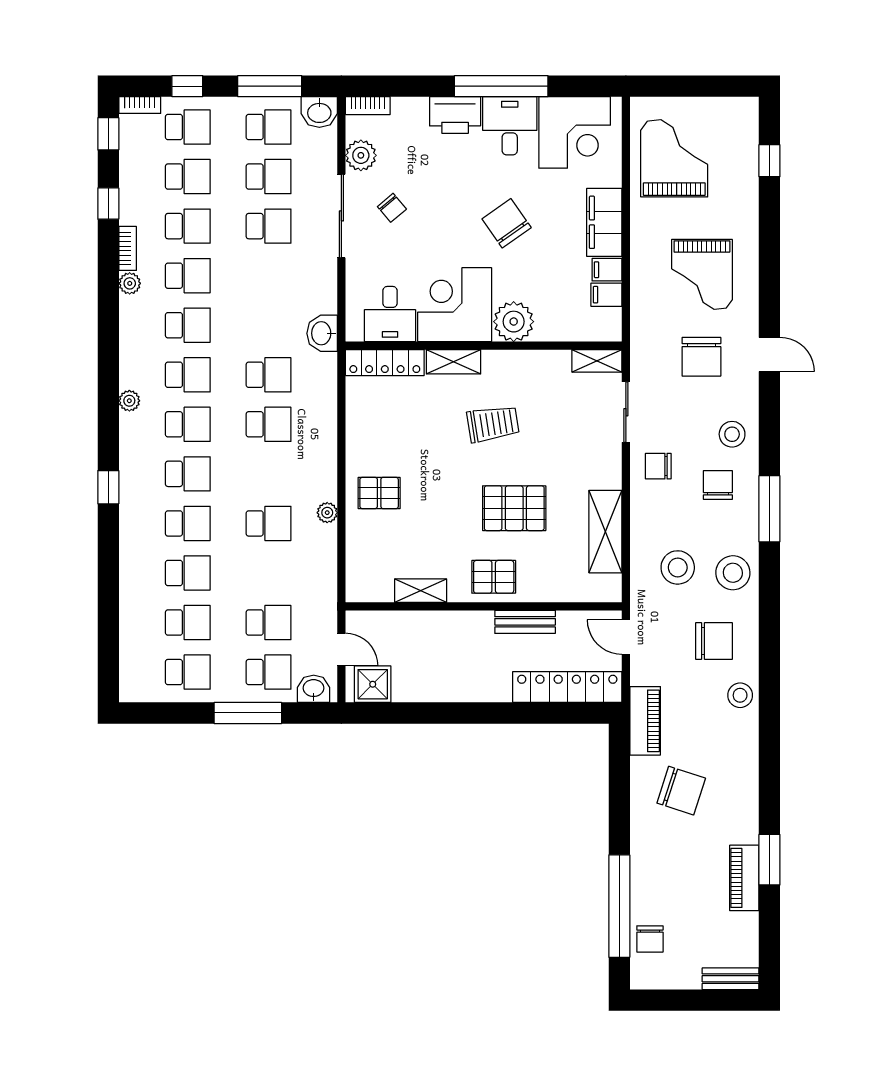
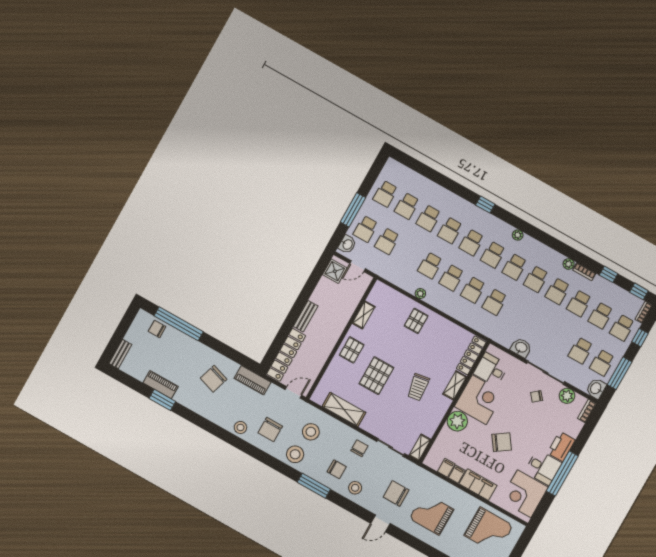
school desk: (269, 226) -> (452, 278), moved
washbasin: (322, 333) -> (521, 348), moved
bench: (525, 622) -> (306, 316), moved

